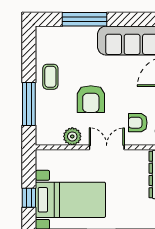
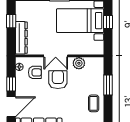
armchair: (91, 99) -> (58, 80), moved
window: (29, 104) -> (108, 85), width x0.69

